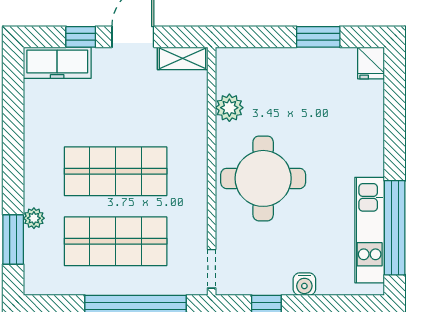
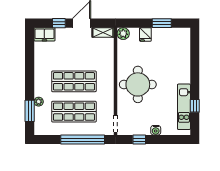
freezer: (57, 63) -> (44, 34), width x0.71
fridge: (371, 63) -> (145, 34), moved
plant: (229, 108) -> (123, 34), moved
window: (395, 228) -> (195, 106), width x0.32

